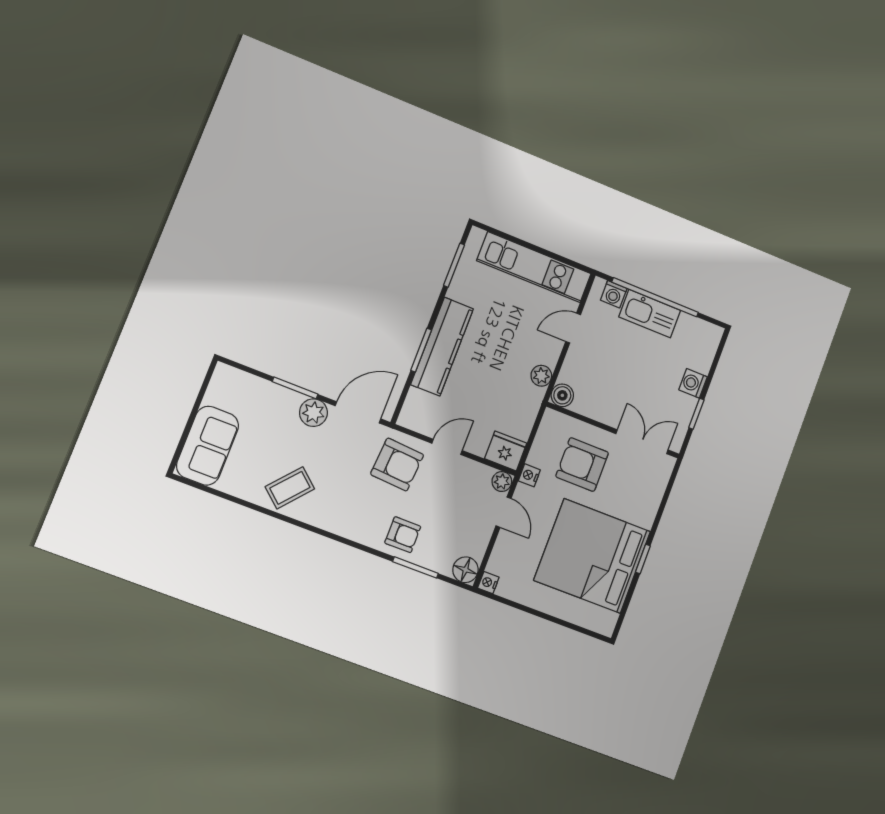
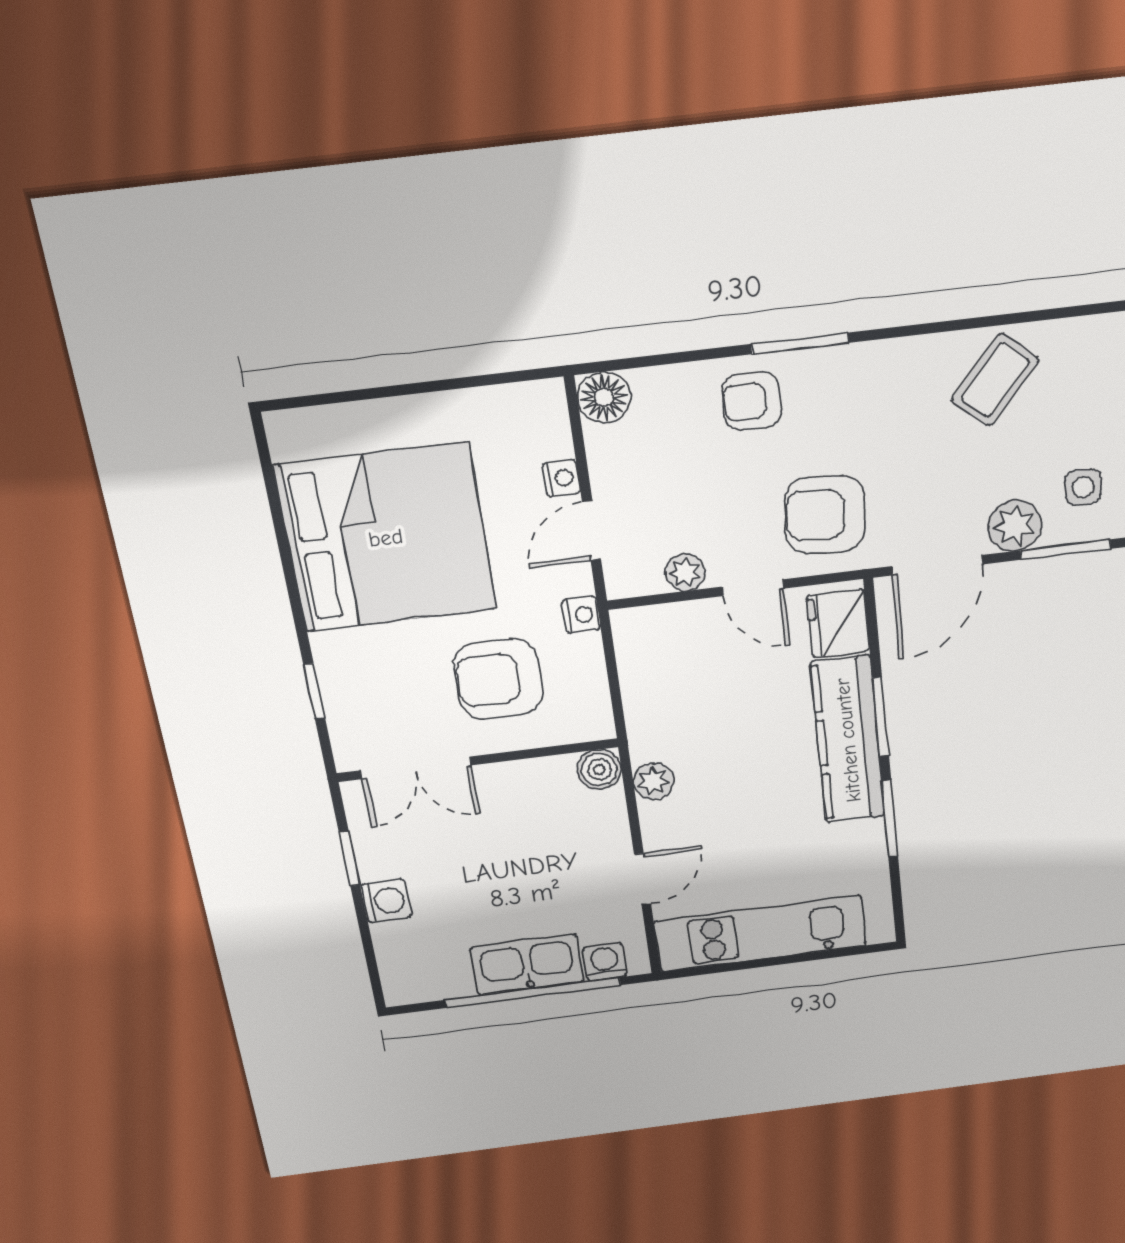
window: (454, 265) -> (890, 819), moved
side table: (273, 415) -> (1083, 487), added
door: (447, 447) -> (753, 588), hinge flipped
fridge: (506, 451) -> (838, 623), moved, turned 90
armchair: (582, 465) -> (498, 679), turned 180
plant: (502, 482) -> (685, 573), moved
door: (503, 512) -> (592, 531), hinge flipped
window: (643, 559) -> (314, 691), moved
window: (415, 567) -> (800, 343), moved
nightstand: (488, 583) -> (561, 478), moved

